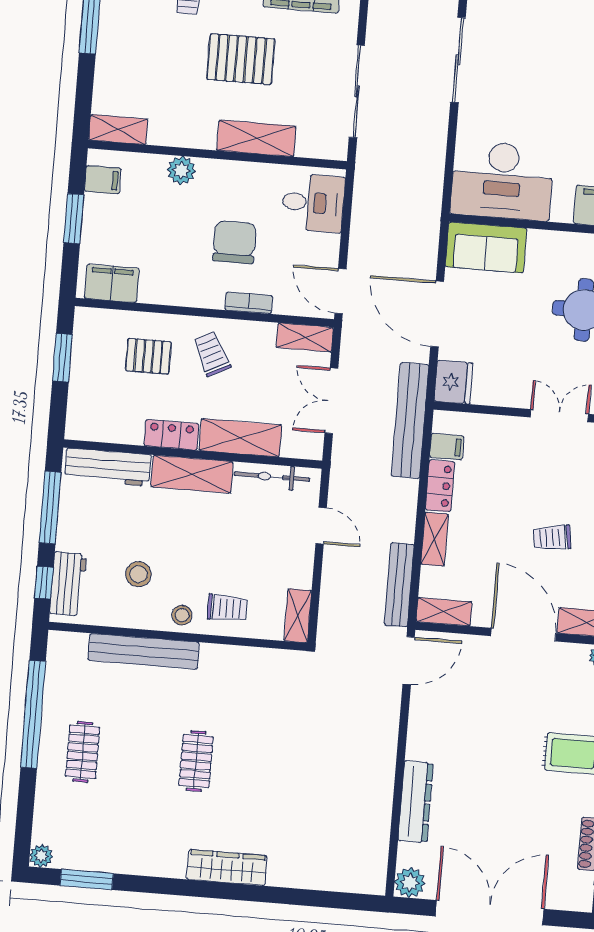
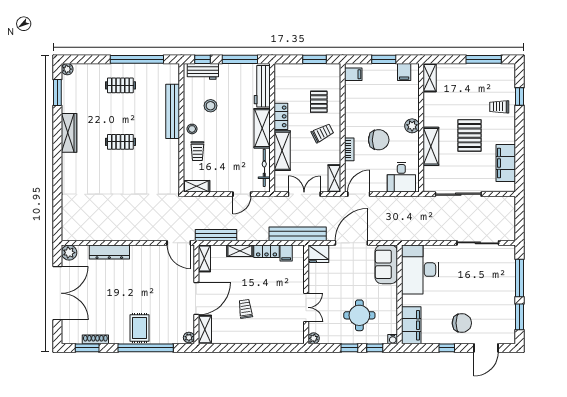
plant: (181, 170) -> (412, 126), moved
filing cabinet: (112, 283) -> (353, 74), width x0.50
wardrobe: (227, 868) -> (69, 133), moved

